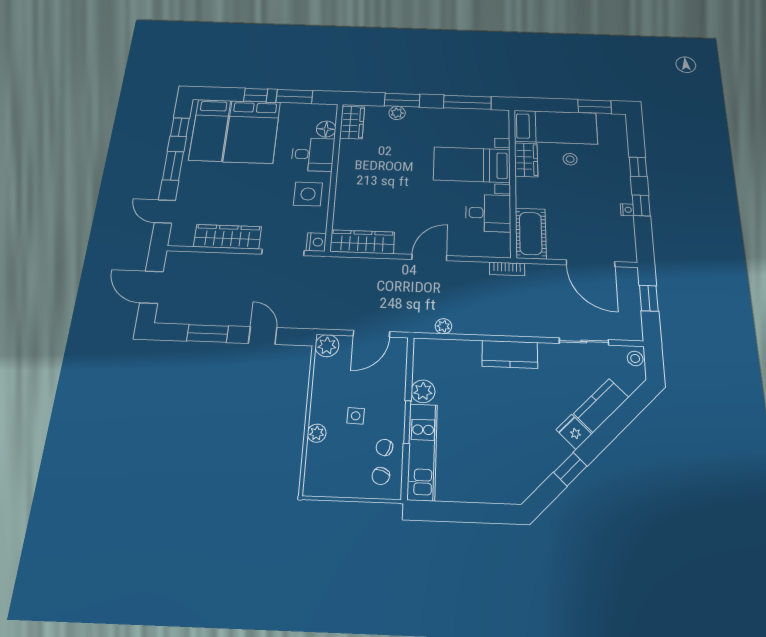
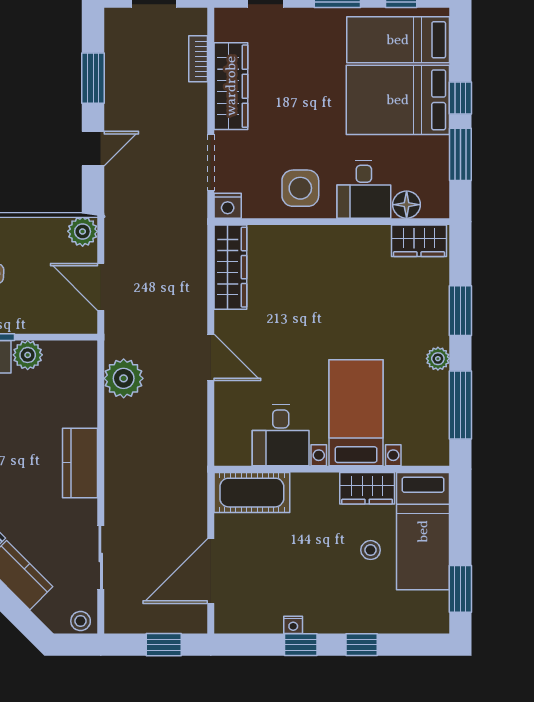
plant: (397, 113) -> (438, 359), moved
bookcase: (507, 269) -> (198, 59), moved
plant: (443, 326) -> (124, 378), width x1.87, depth x1.87

